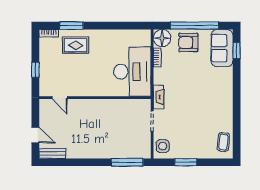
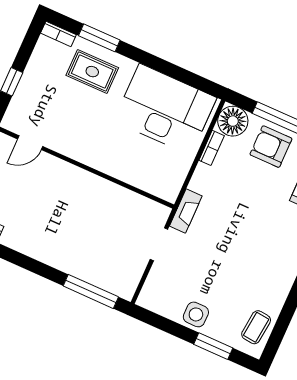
desk: (132, 72) -> (165, 109), moved, turned -90
door: (60, 98) -> (30, 143), hinge flipped
side table: (163, 146) -> (196, 314), moved
window: (186, 162) -> (213, 346), moved

